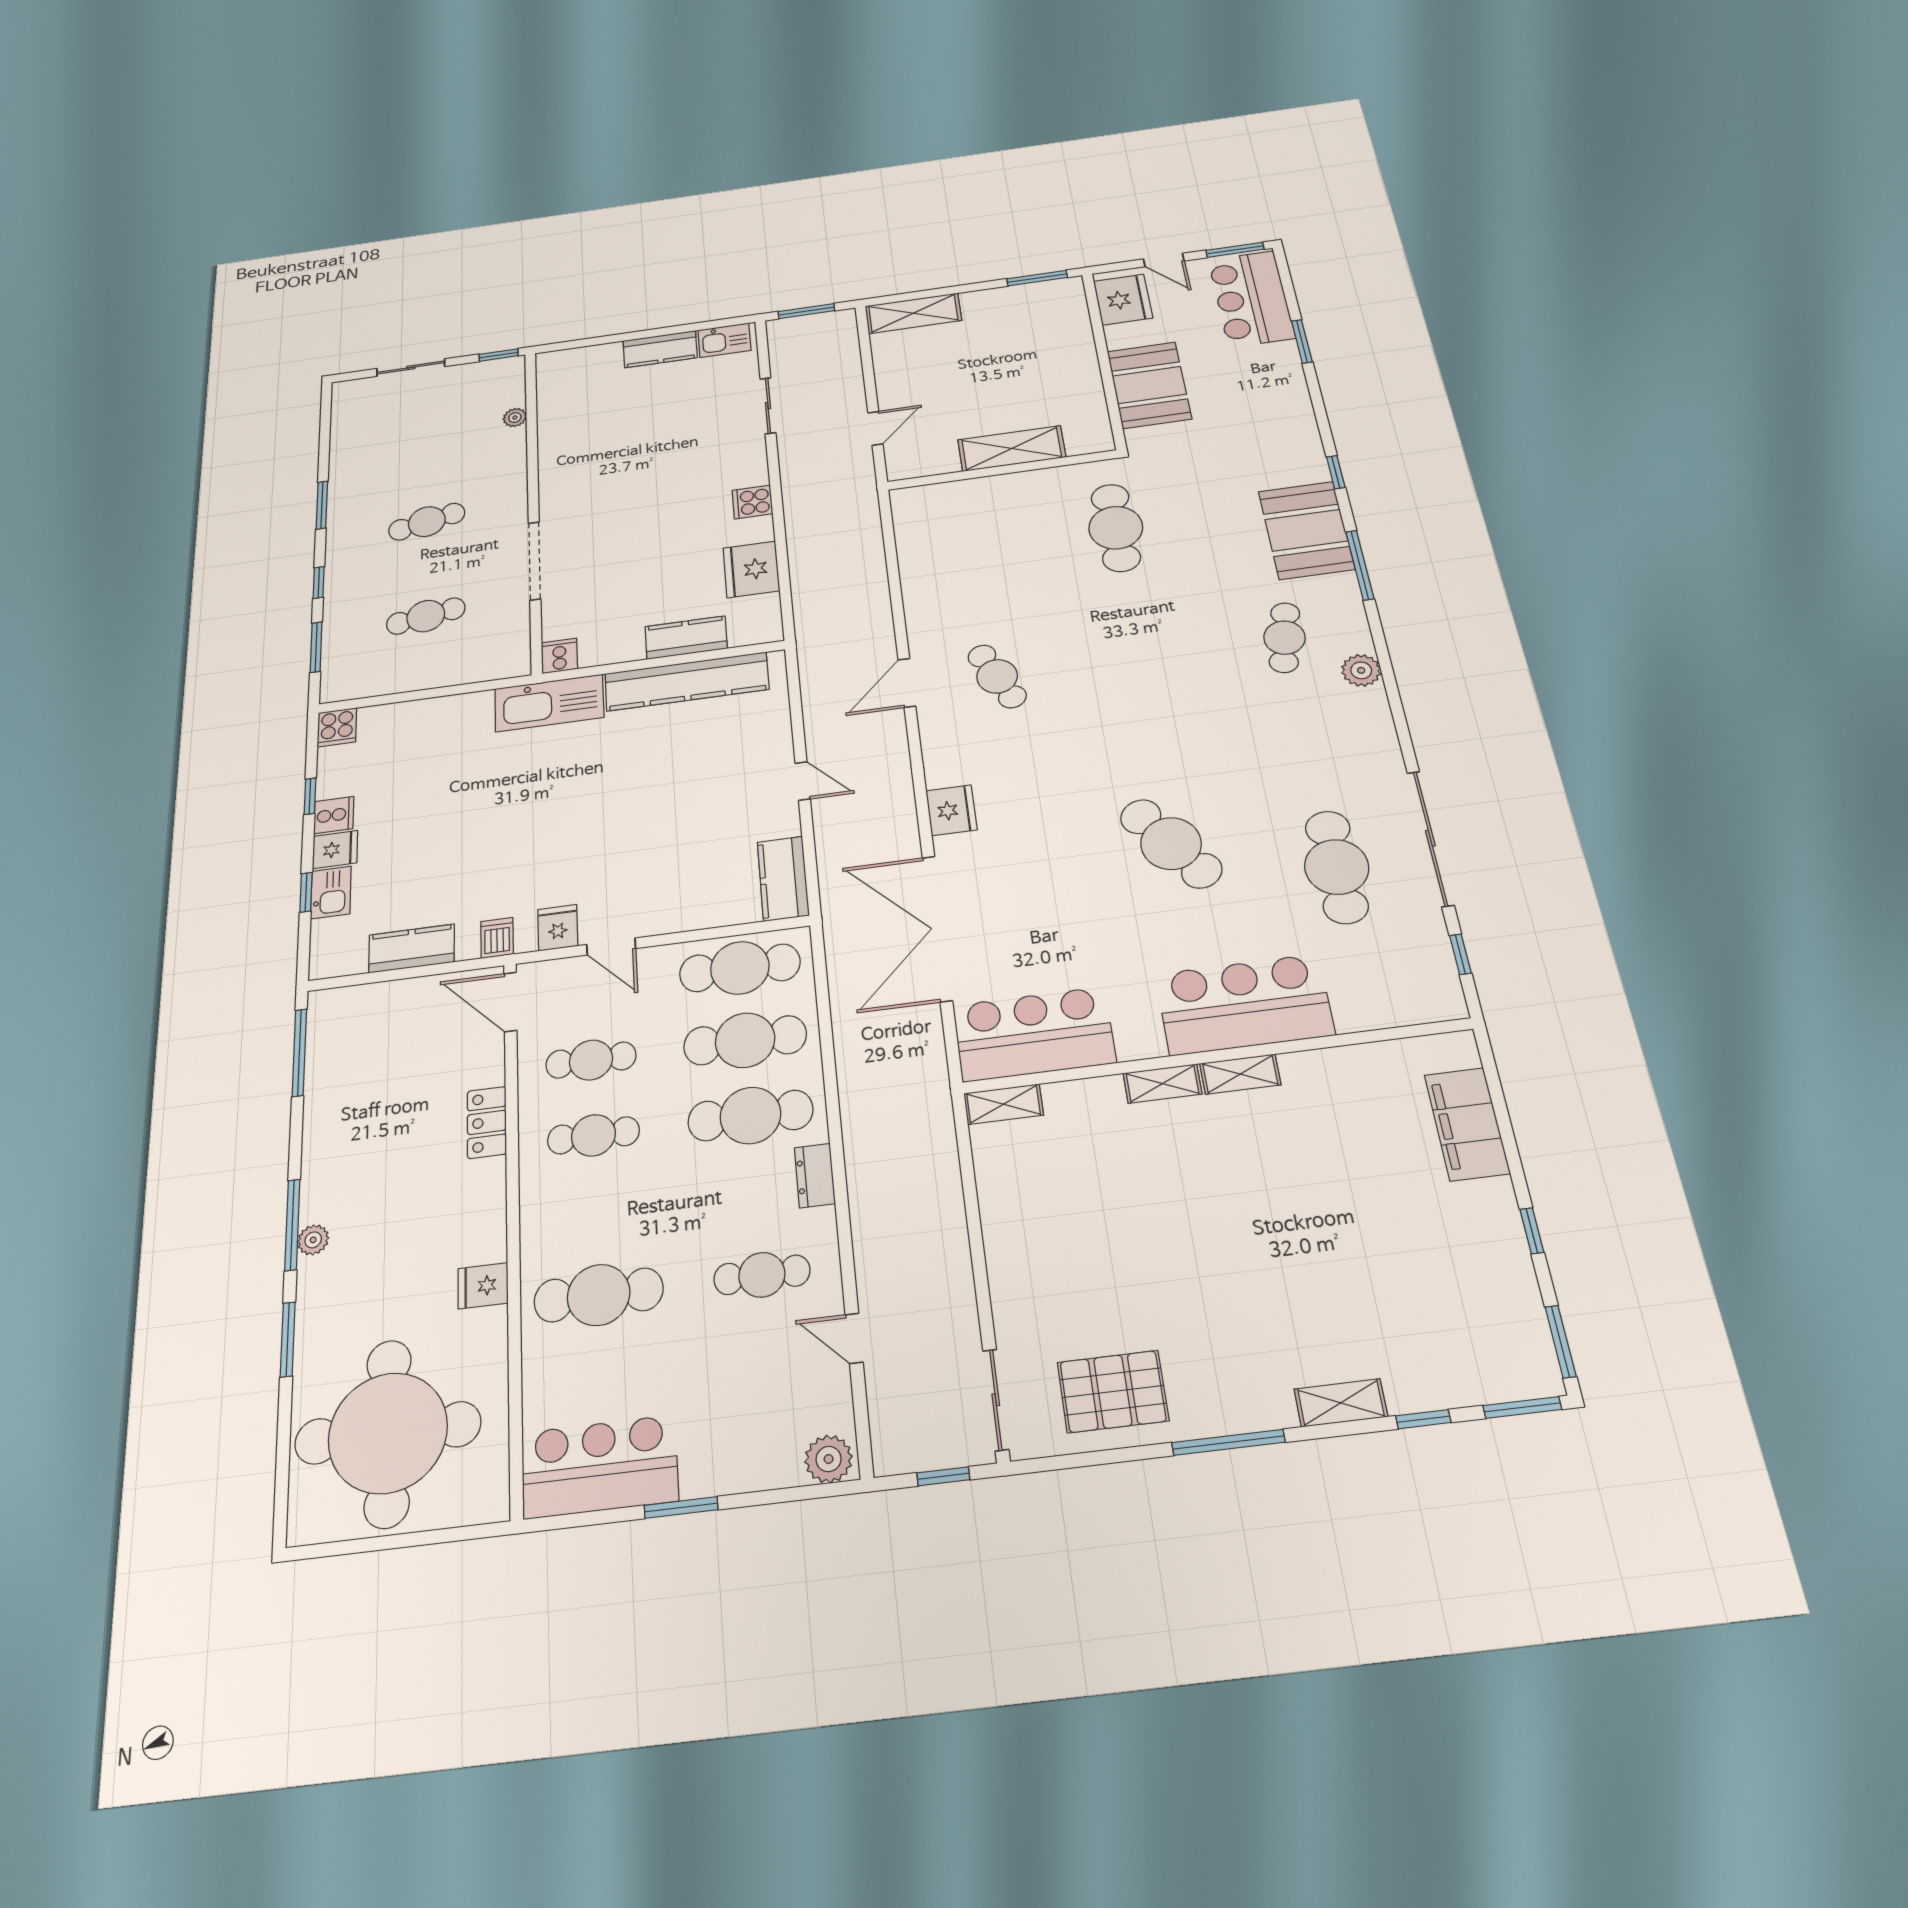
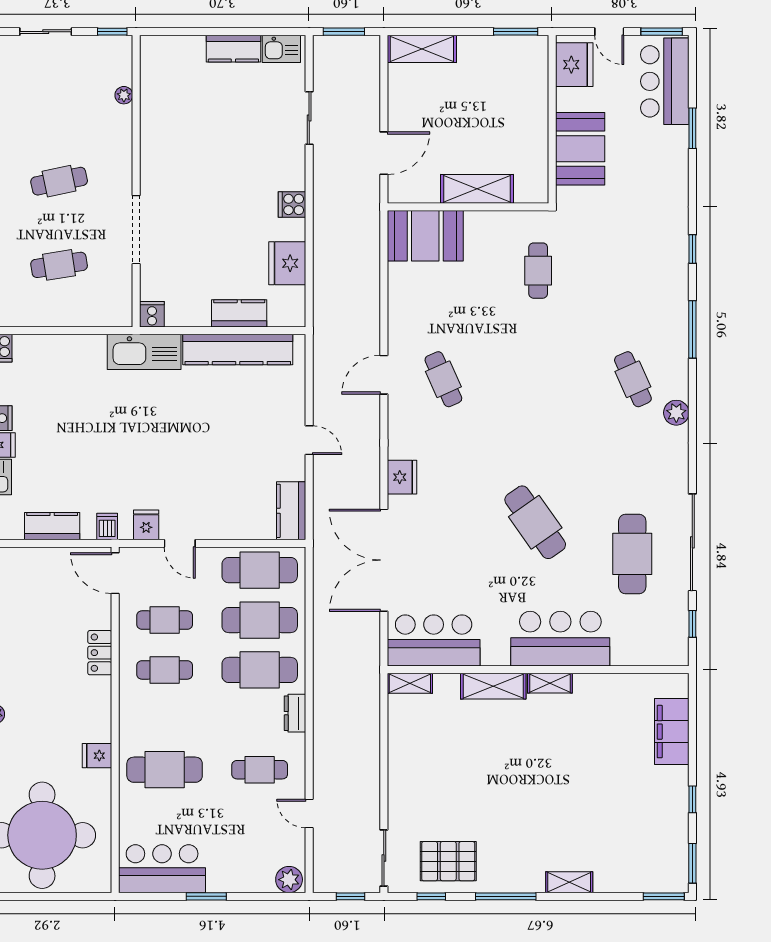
door: (875, 428) -> (384, 153), width x1.38
cafe table: (1116, 528) -> (538, 271), width x0.73, depth x0.74
booth: (1306, 530) -> (425, 236), moved, turned 90
cafe table: (1284, 638) -> (633, 379), turned -36
shelving: (1162, 1084) -> (493, 686), width x1.50, depth x1.33
window: (1423, 1419) -> (431, 896), moved

